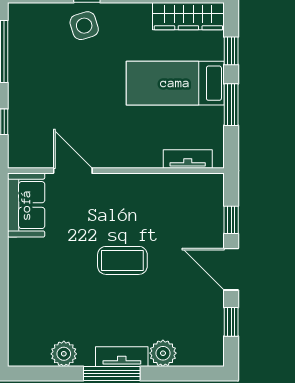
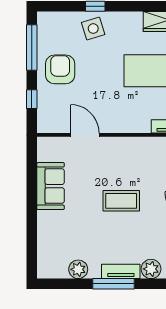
armchair: (39, 81) -> (60, 69), added
sofa: (26, 205) -> (51, 186), moved

